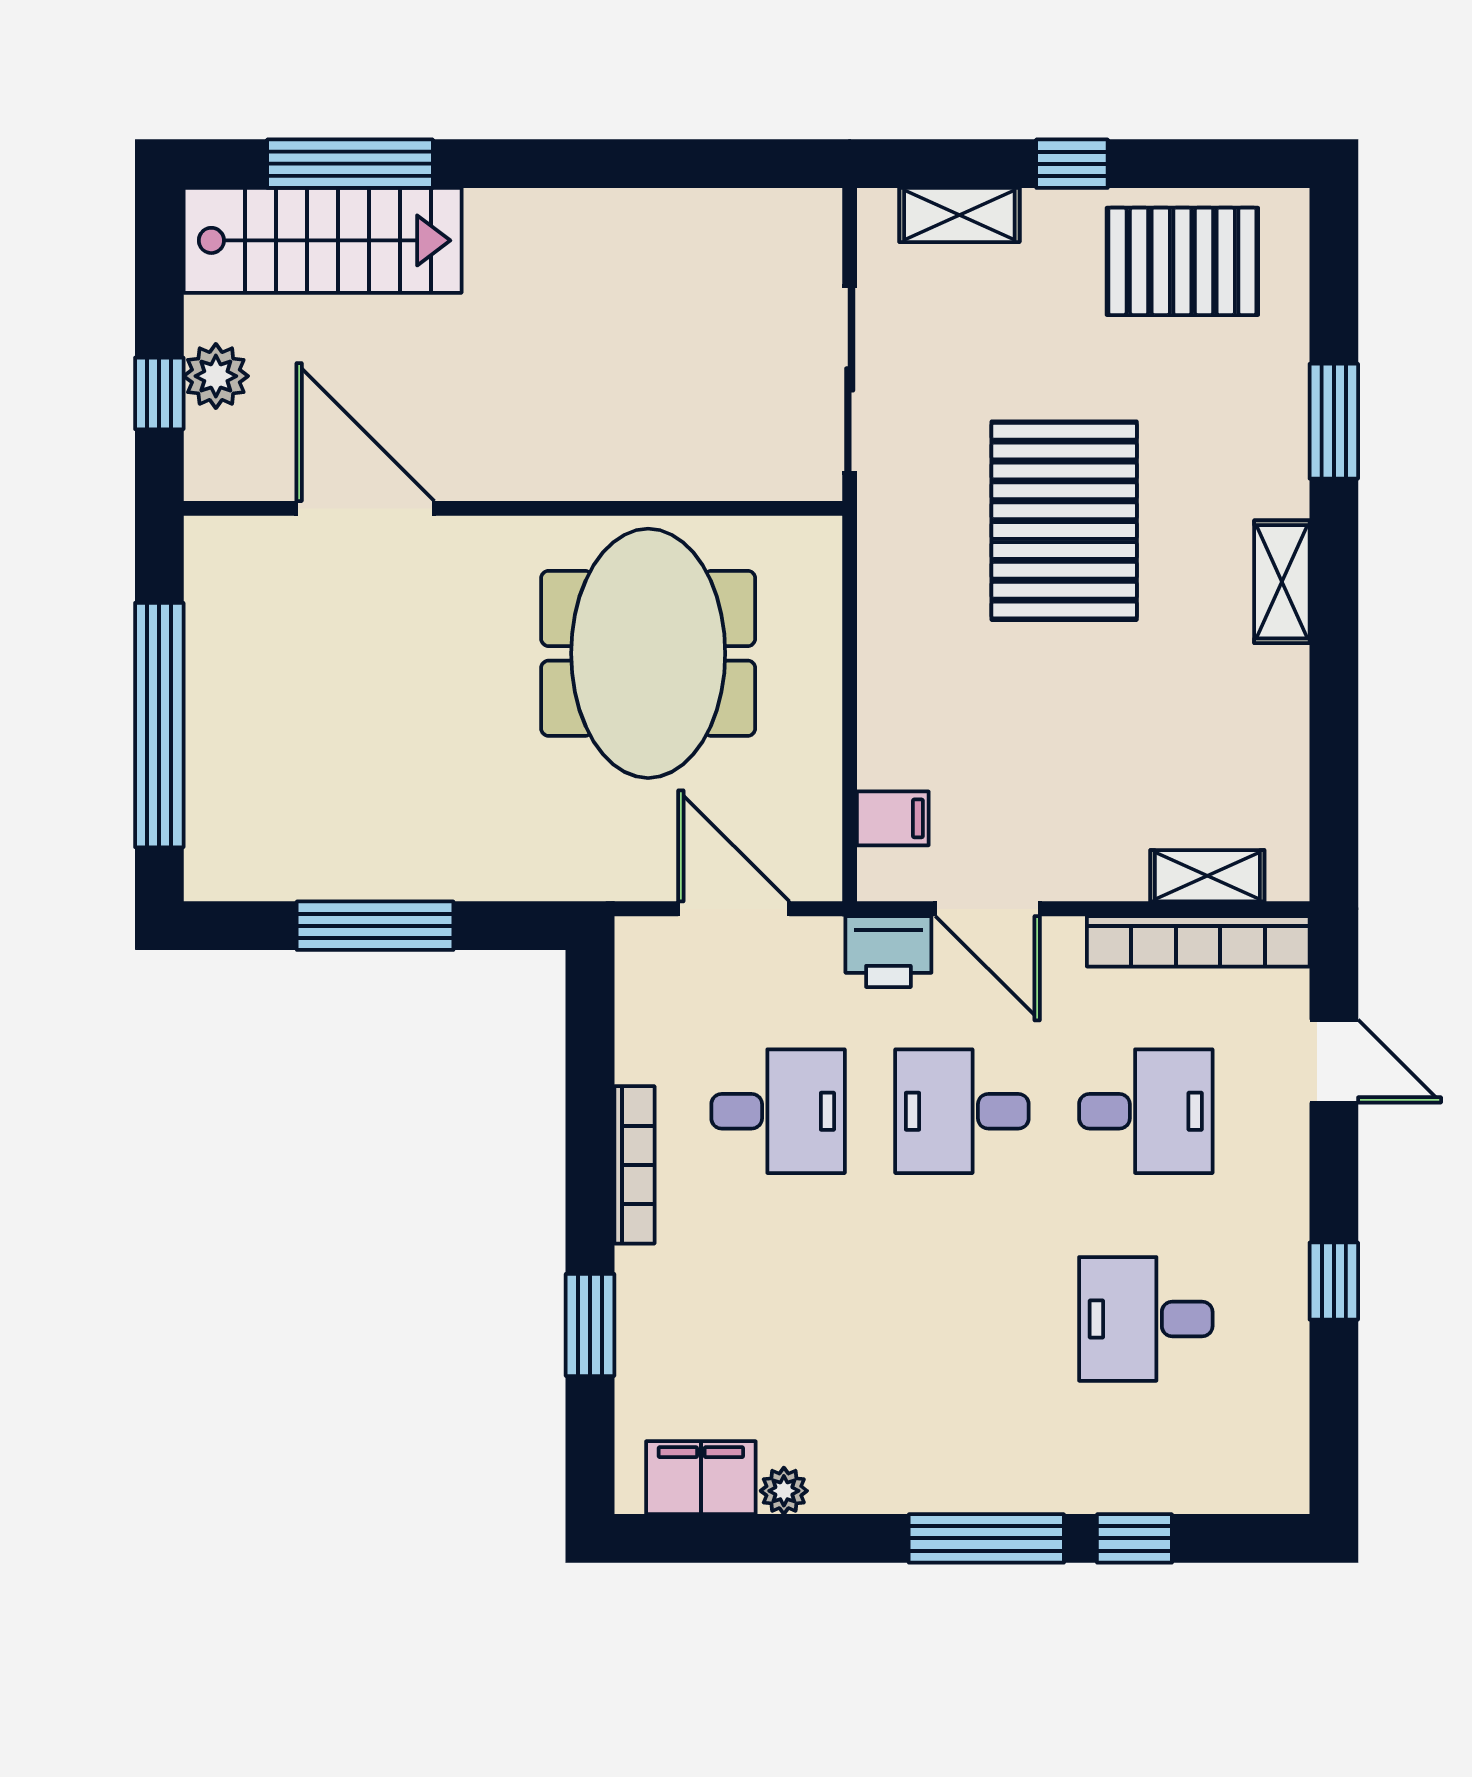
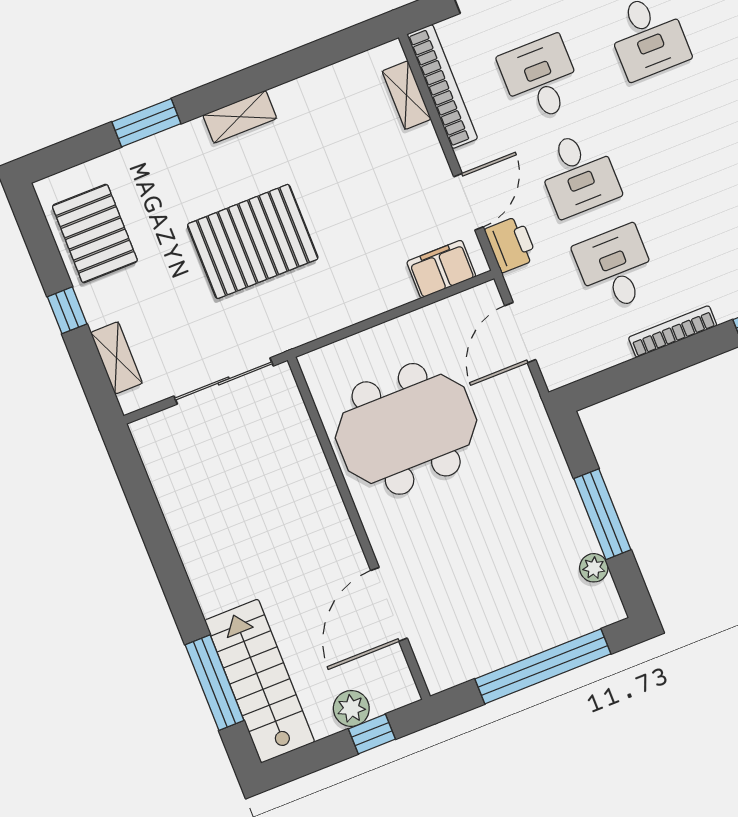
filing cabinet: (893, 818) -> (441, 269), width x2.00
plant: (291, 876) -> (594, 568), added

